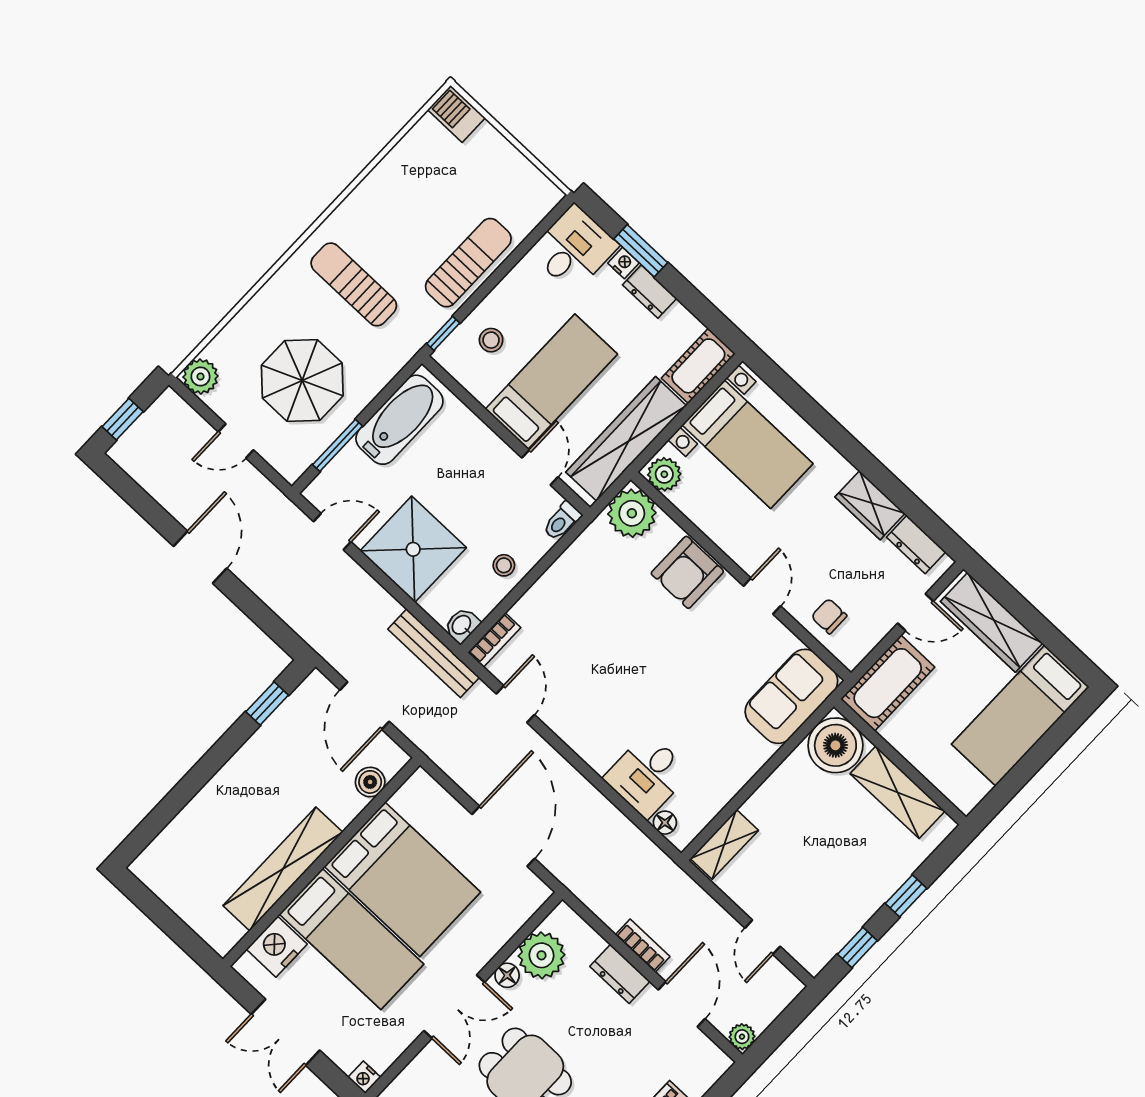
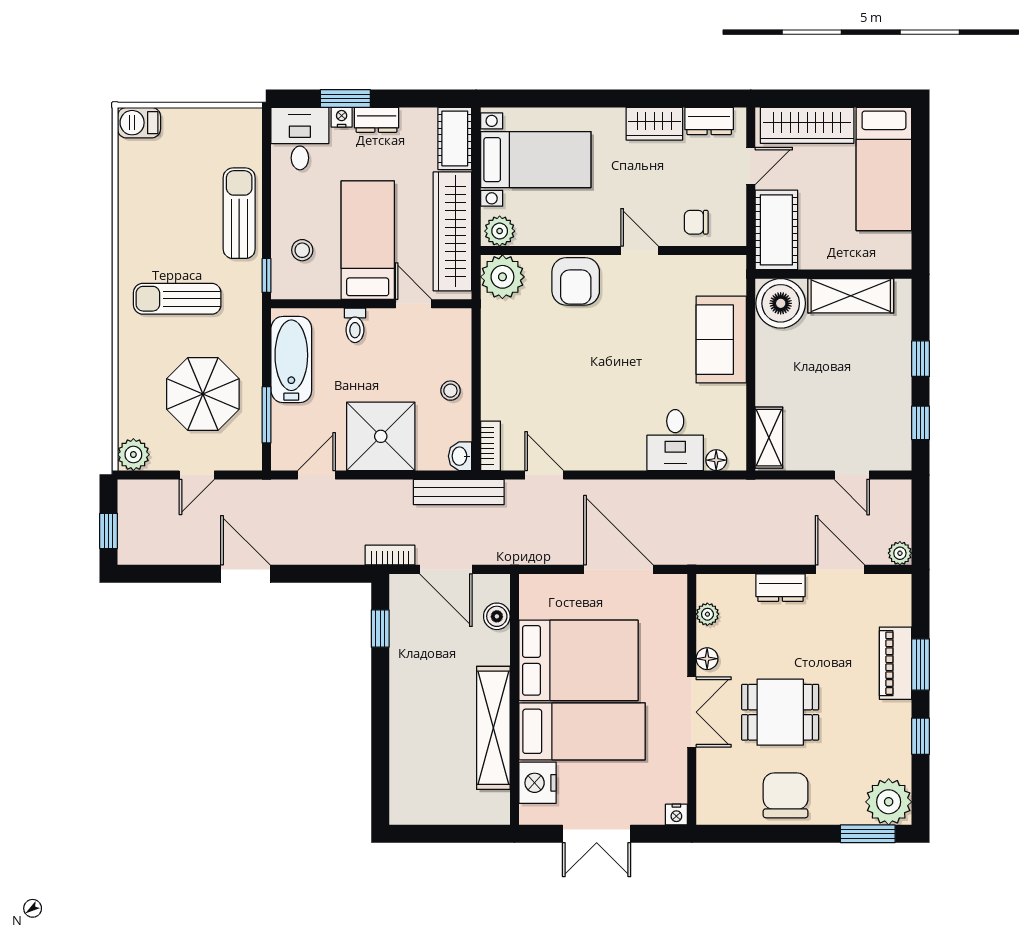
toilet: (562, 521) -> (355, 325), moved
sofa: (791, 696) -> (721, 340), moved
bookcase: (643, 946) -> (390, 555), moved
plant: (541, 955) -> (707, 614), width x0.53, depth x0.53

